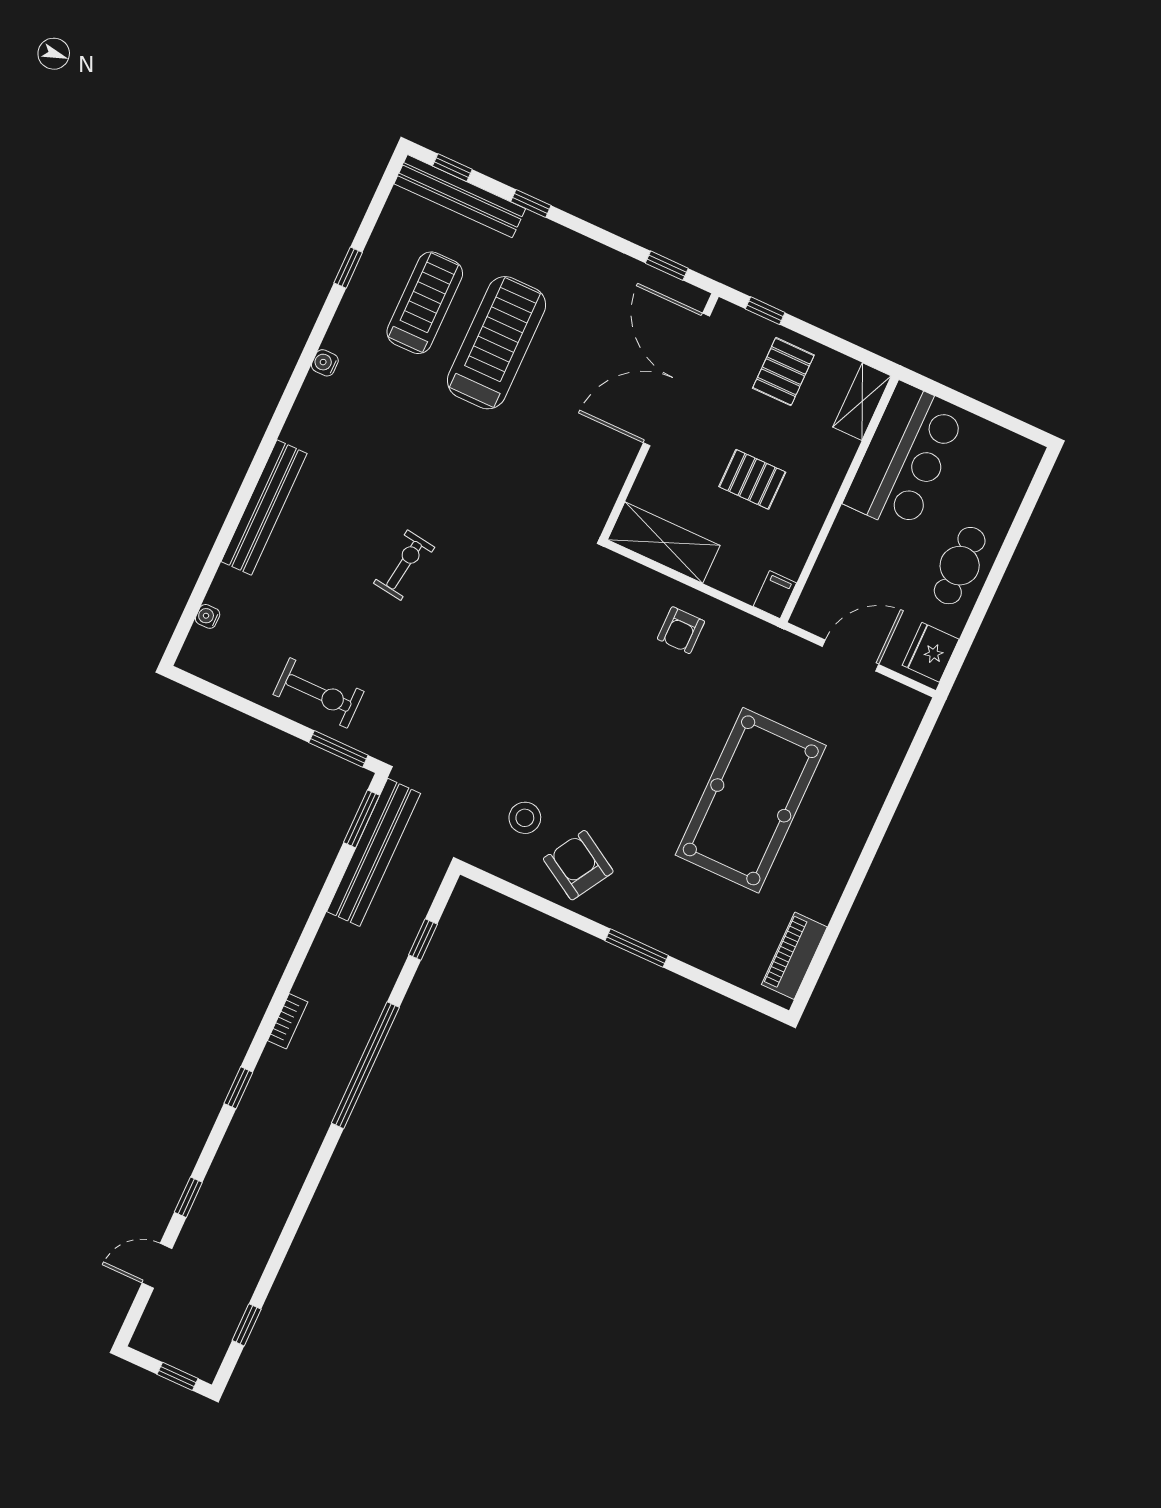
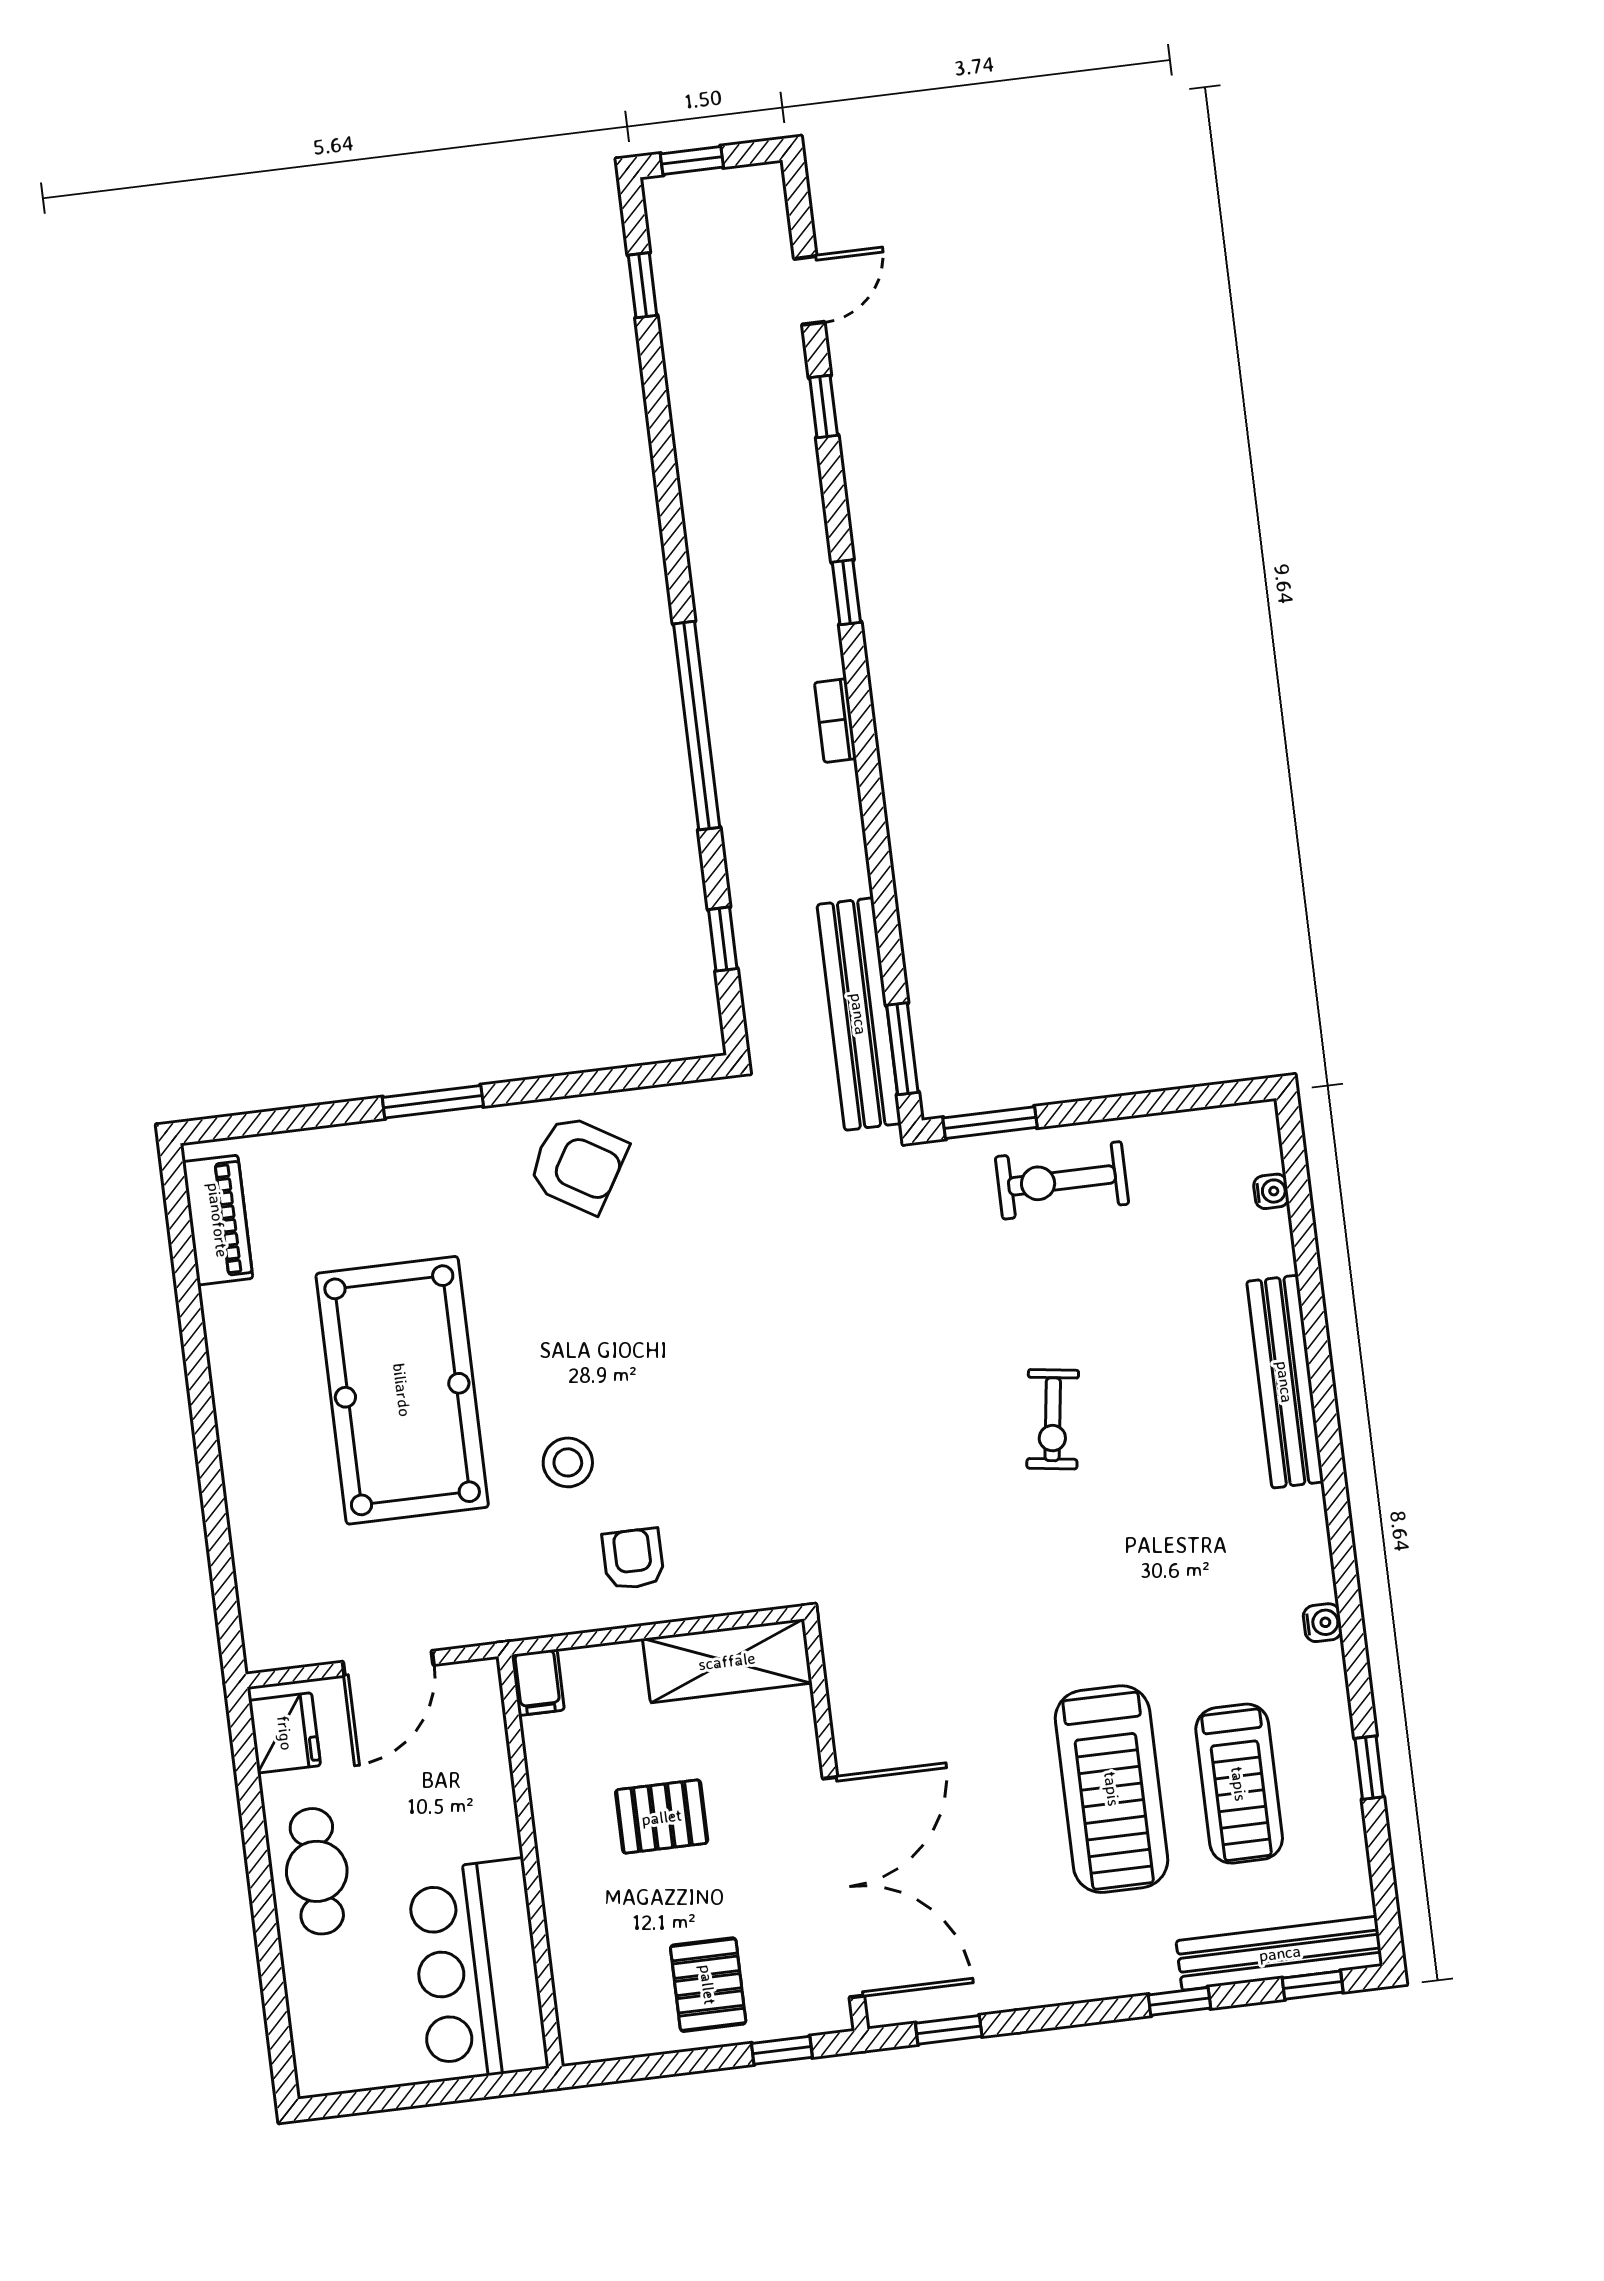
shelving: (862, 402) -> (580, 2009), removed
stool: (525, 818) -> (568, 1462), moved

